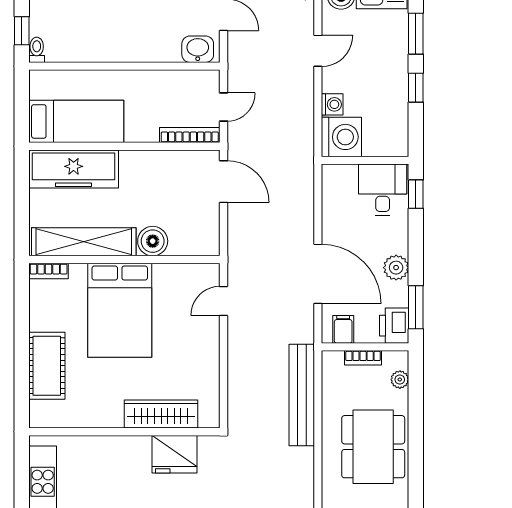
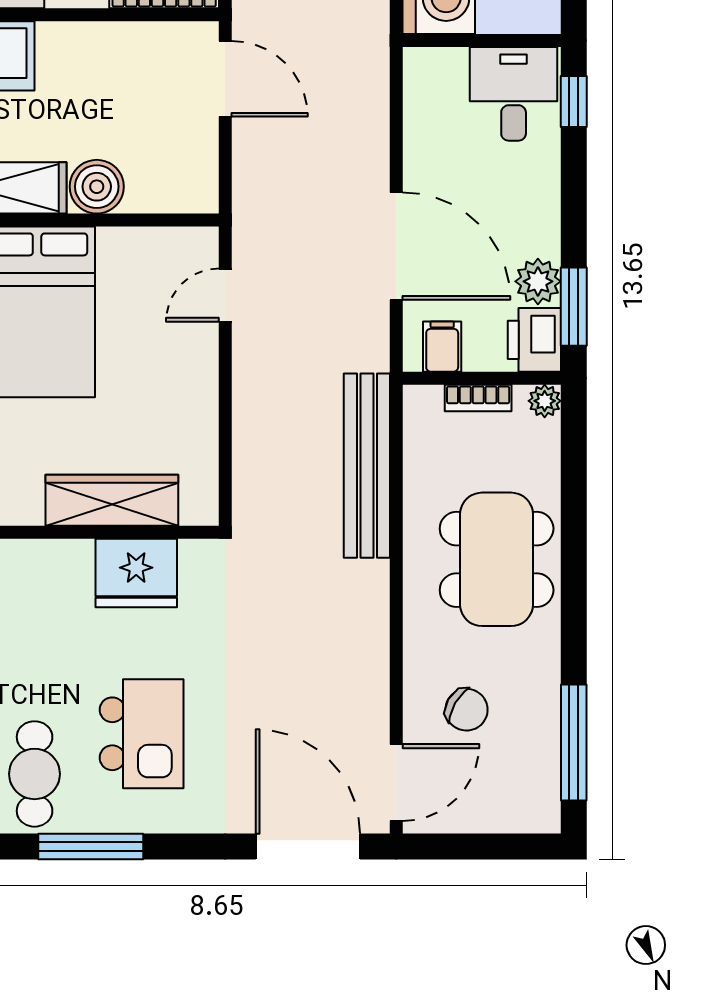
plant: (396, 268) -> (538, 281), moved
plant: (400, 380) -> (545, 401), moved

